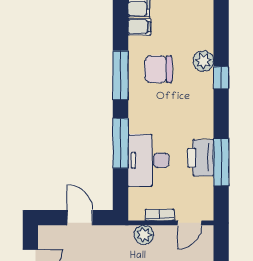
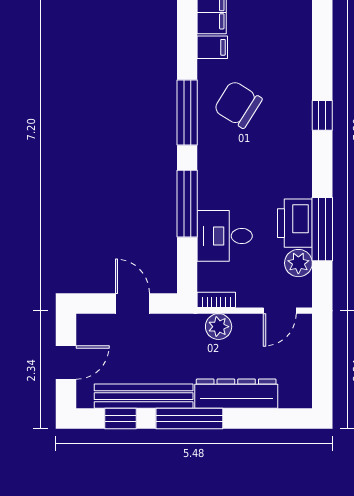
plant: (203, 61) -> (298, 263), moved
chair: (158, 69) -> (238, 104), turned 32
desk: (149, 160) -> (225, 236), width x0.73
bookcase: (160, 215) -> (216, 300), moved

